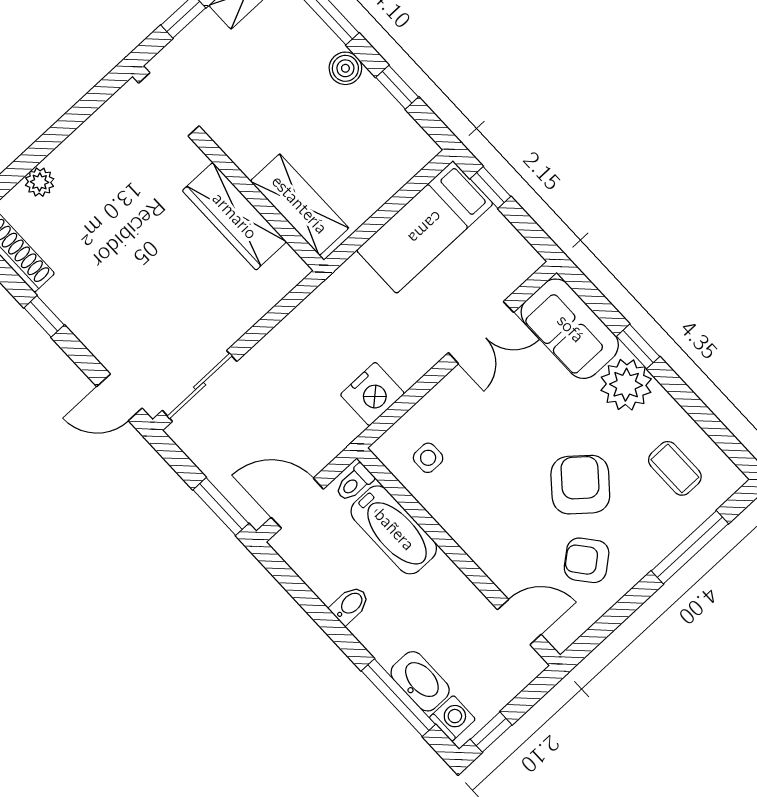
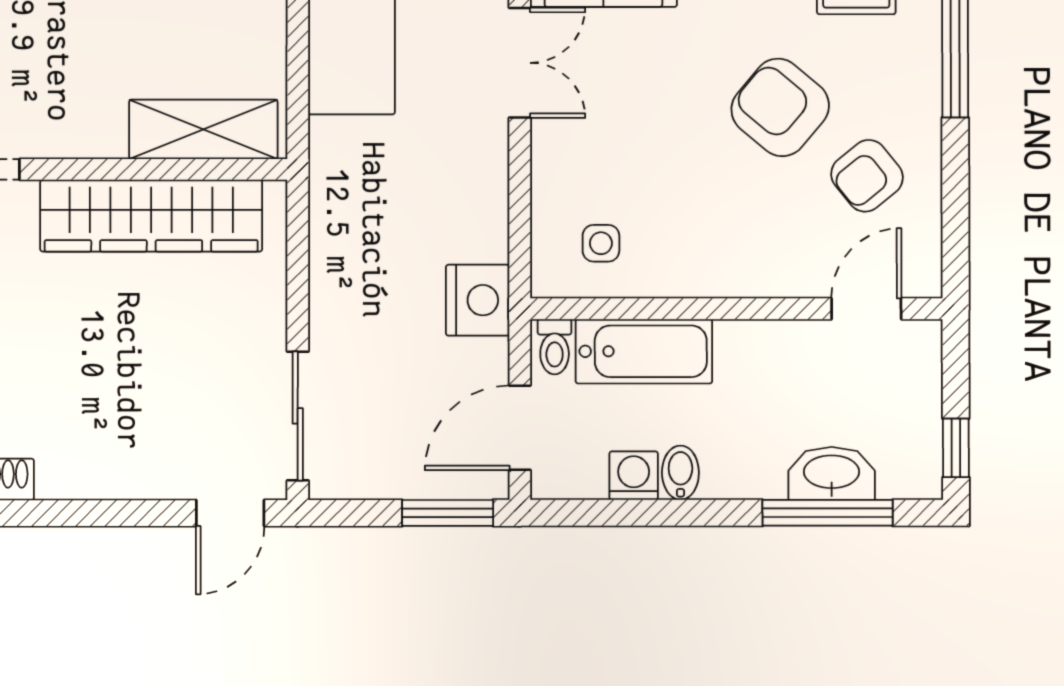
wardrobe: (234, 216) -> (151, 216), width x1.40, depth x1.17
window: (44, 316) -> (69, 513), removed
nightstand: (372, 394) -> (478, 300), moved
washing machine: (452, 718) -> (634, 476), moved

